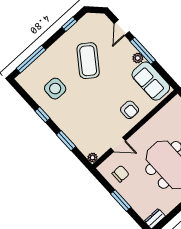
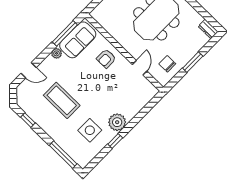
window: (143, 51) -> (65, 33), moved
coffee table: (88, 61) -> (62, 100), turned 54
armchair: (130, 110) -> (106, 59), turned 180
window: (66, 141) -> (139, 117), removed
plant: (93, 158) -> (117, 122), moved, width x1.87, depth x1.87

